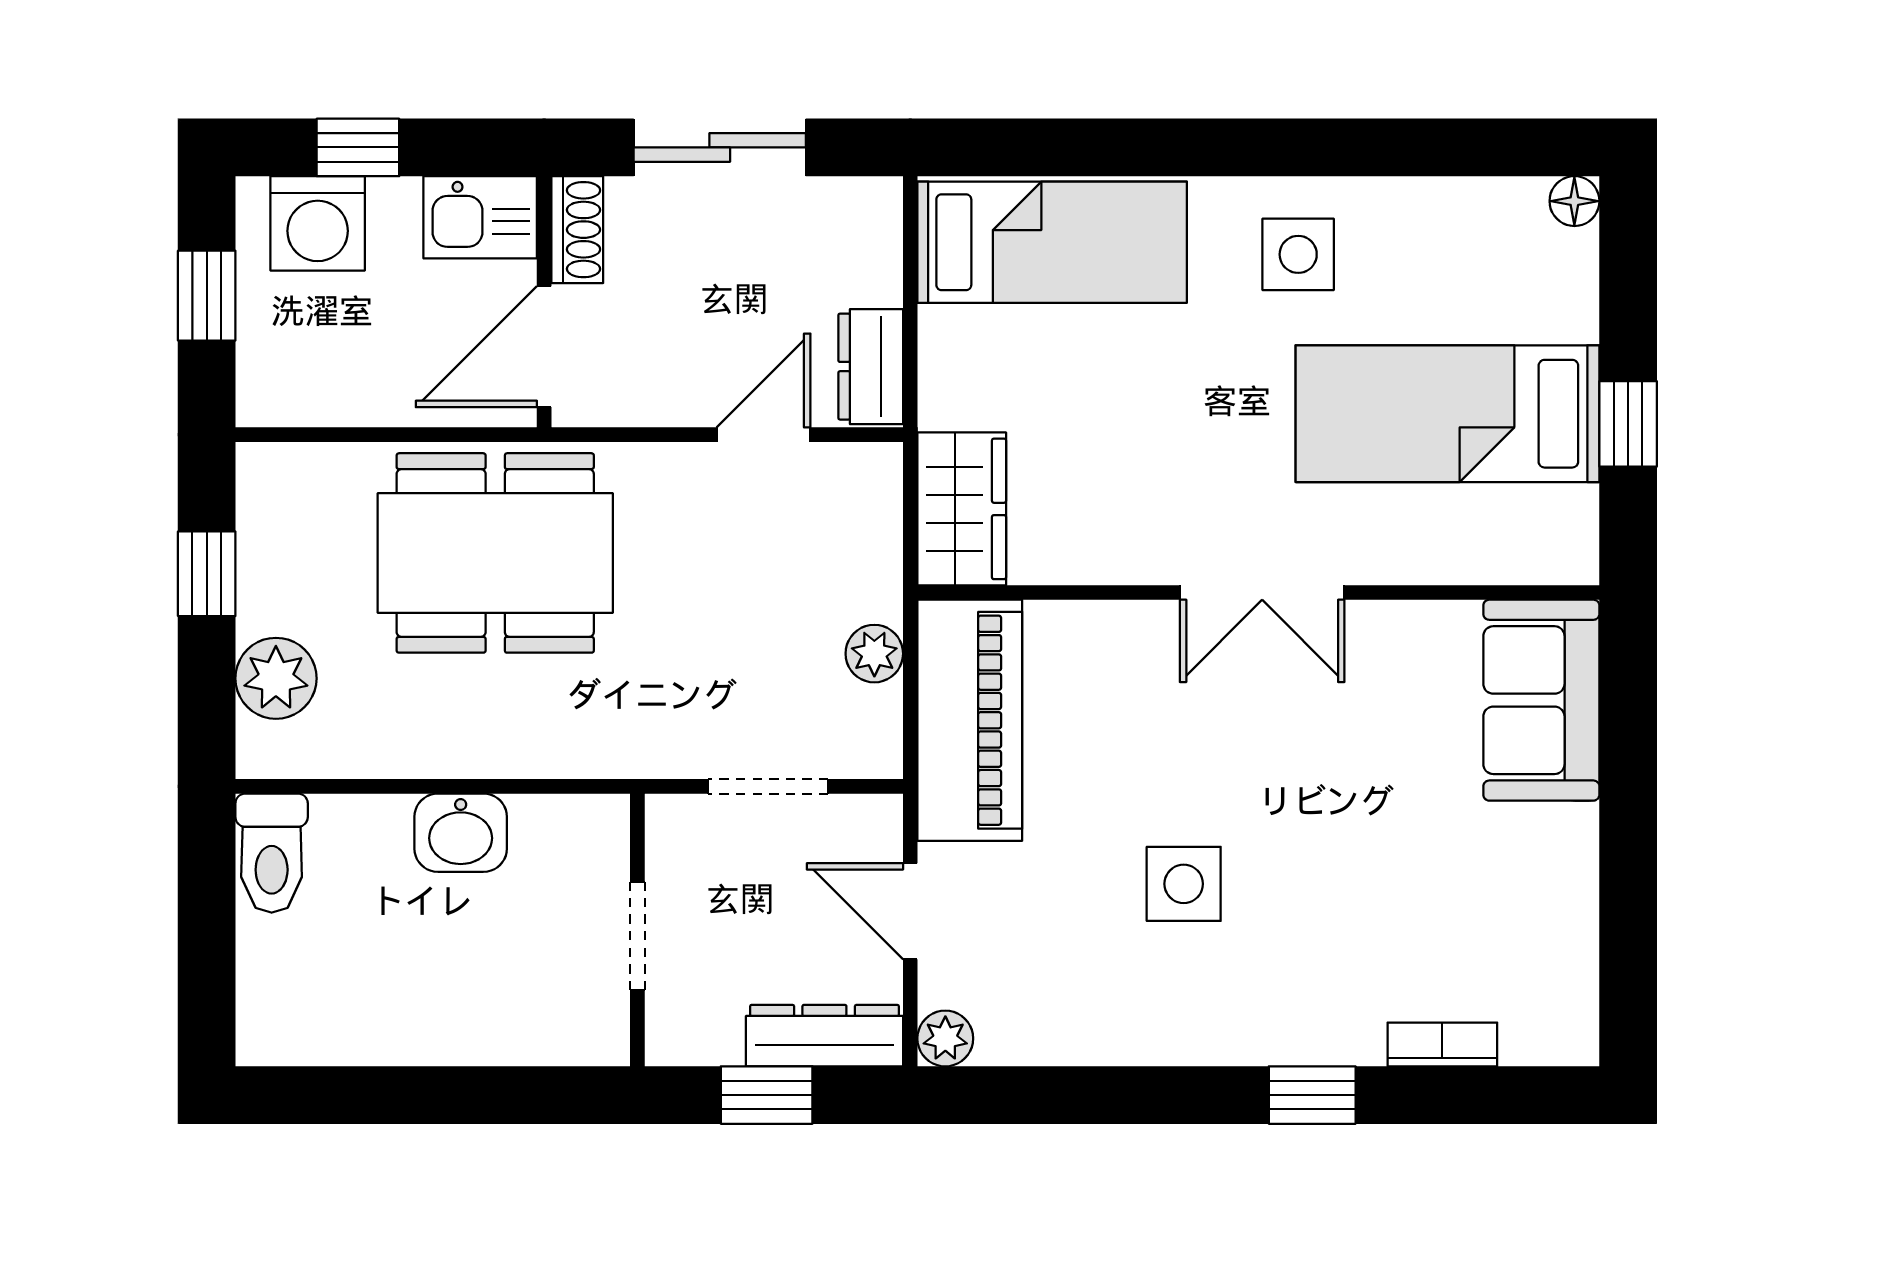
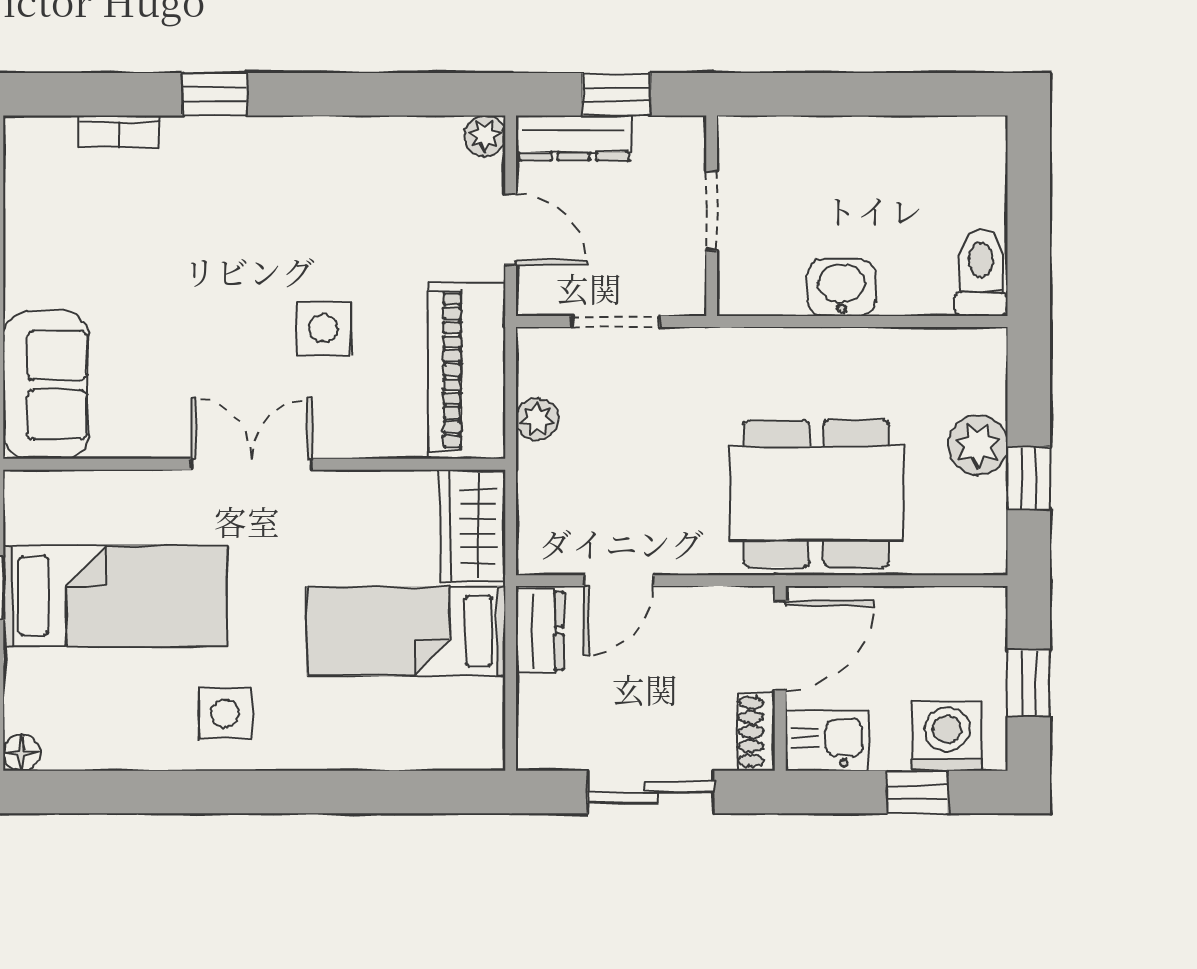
bed: (1052, 242) -> (406, 631), moved
plant: (276, 678) -> (978, 445), moved
side table: (1184, 884) -> (323, 329), moved

